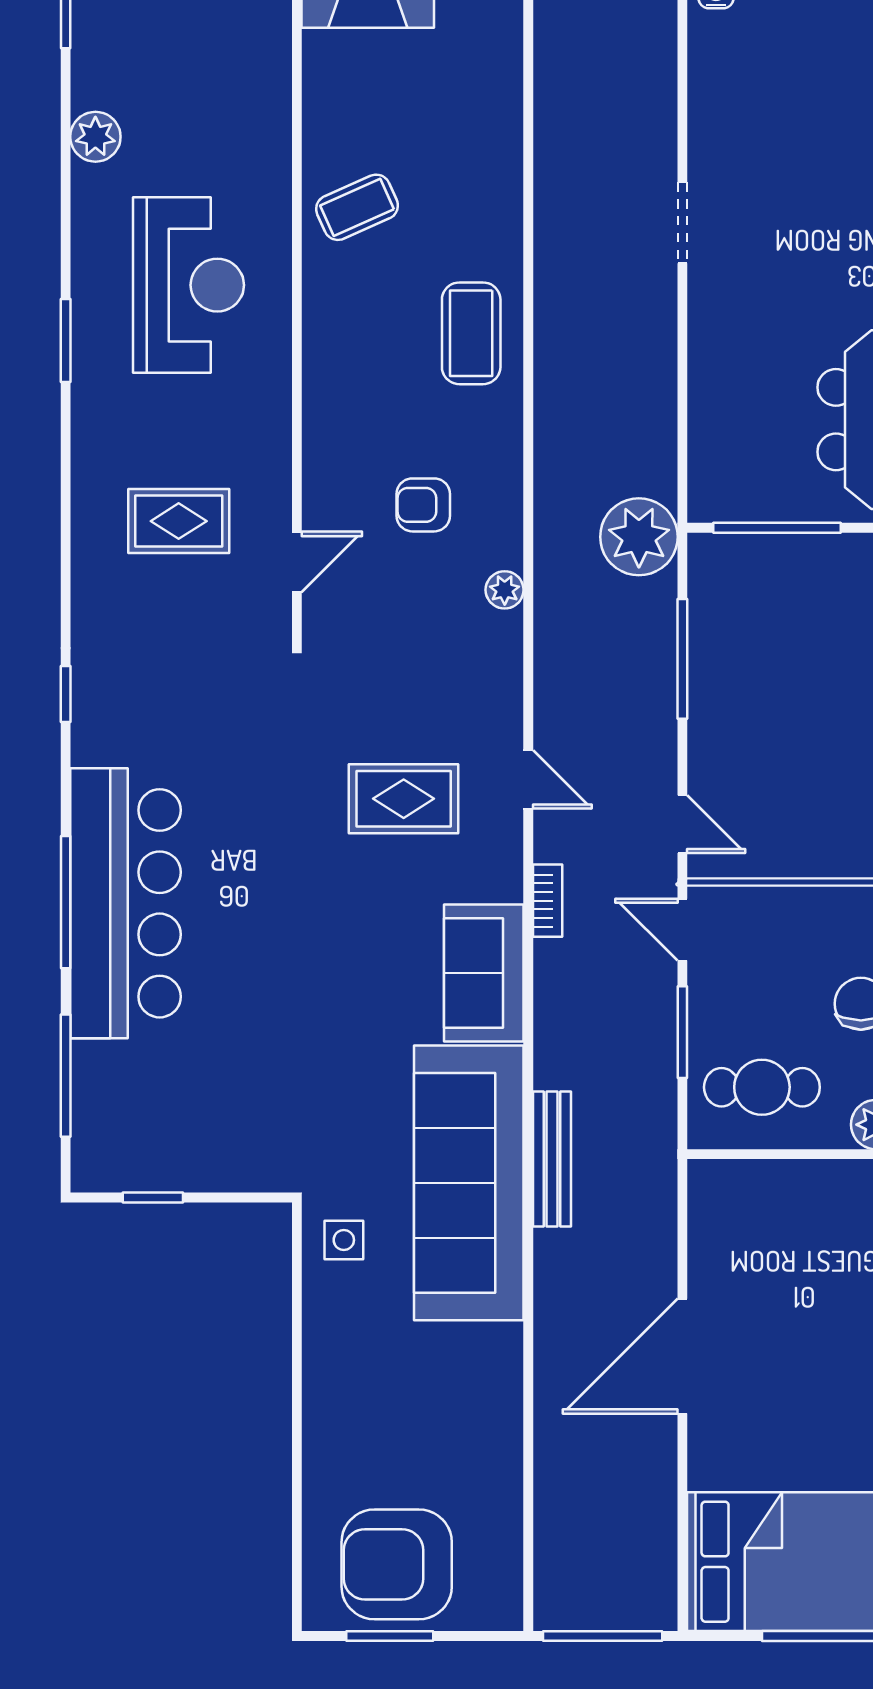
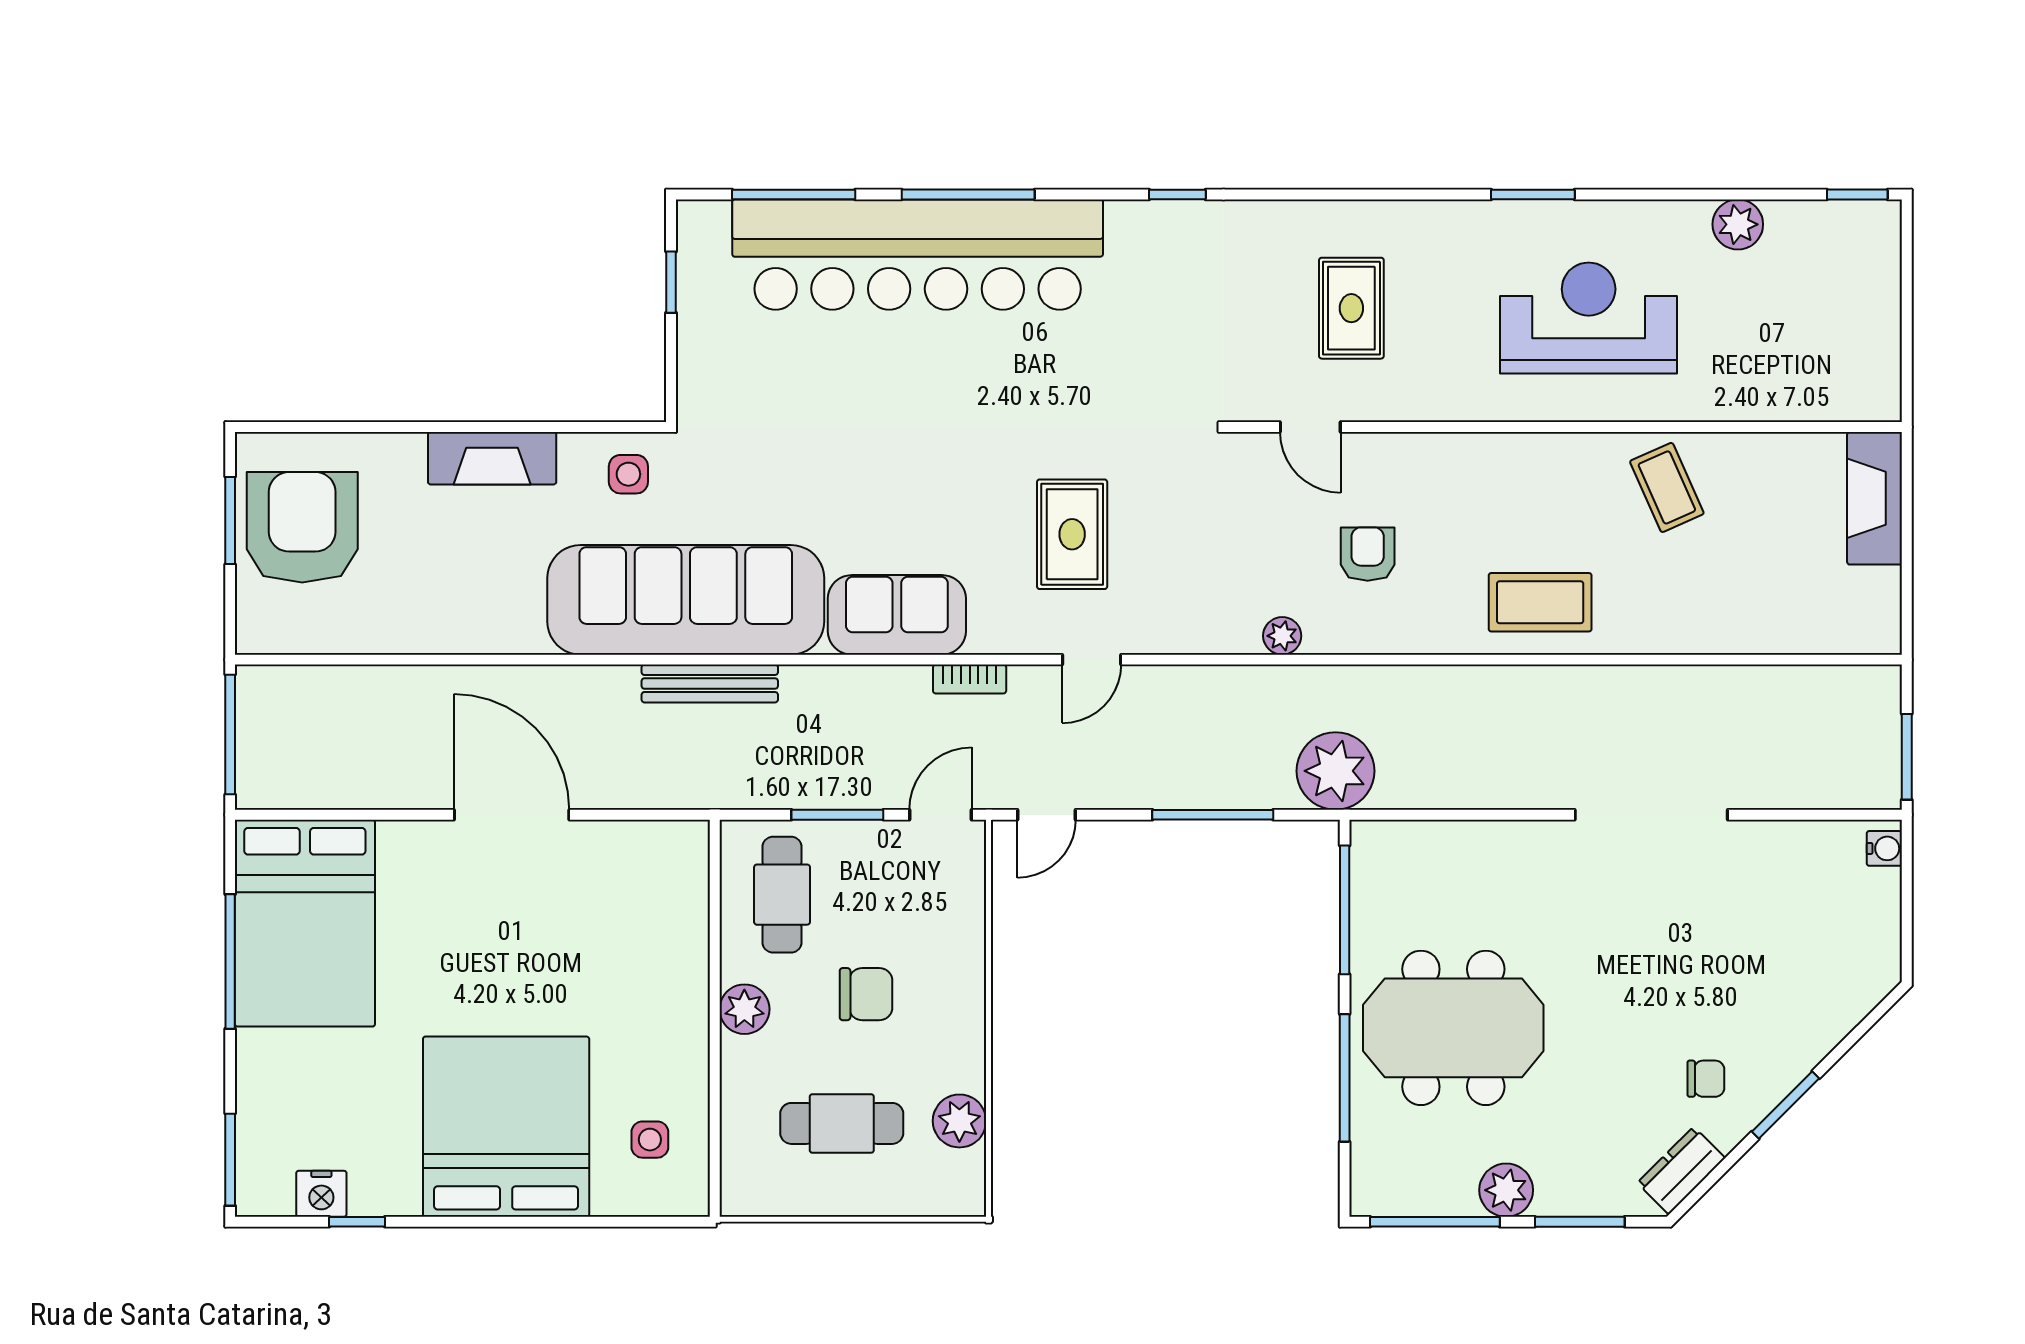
doorway: (682, 223) -> (1651, 815), width x1.87
reception desk: (189, 285) -> (1589, 318), turned 180
bar counter: (125, 903) -> (918, 255), width x1.36
fireplace: (328, 1376) -> (492, 458), added

